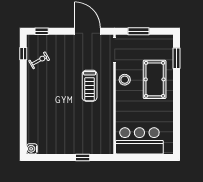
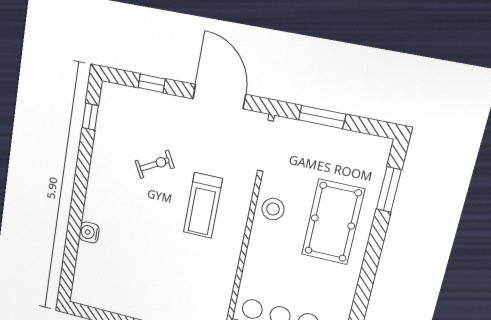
window: (42, 31) -> (152, 83), moved
exercise bike: (39, 60) -> (155, 164), moved
water cooler: (32, 149) -> (89, 232), moved

